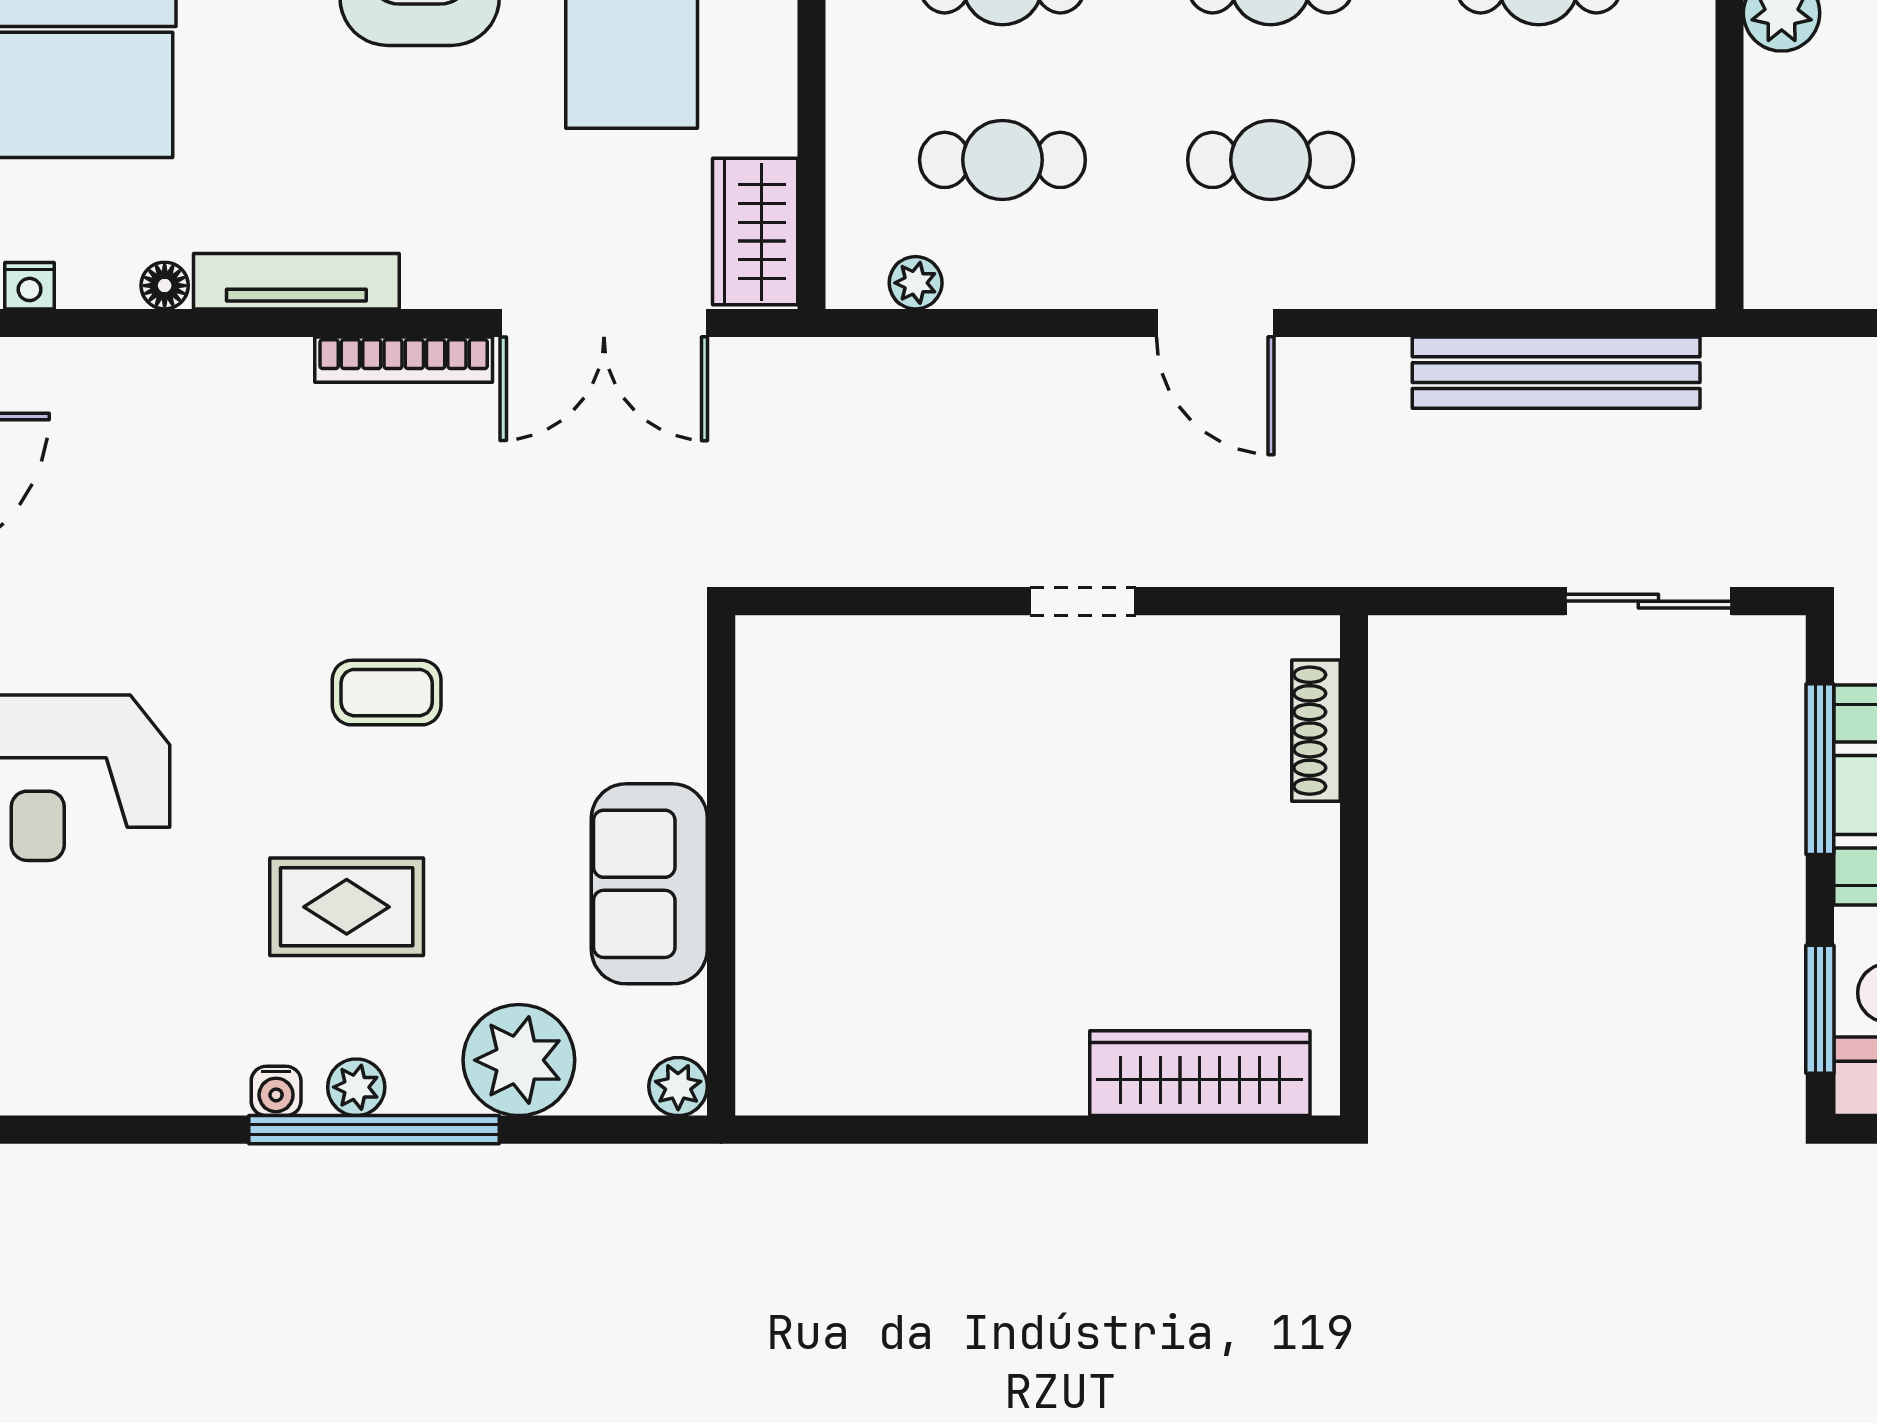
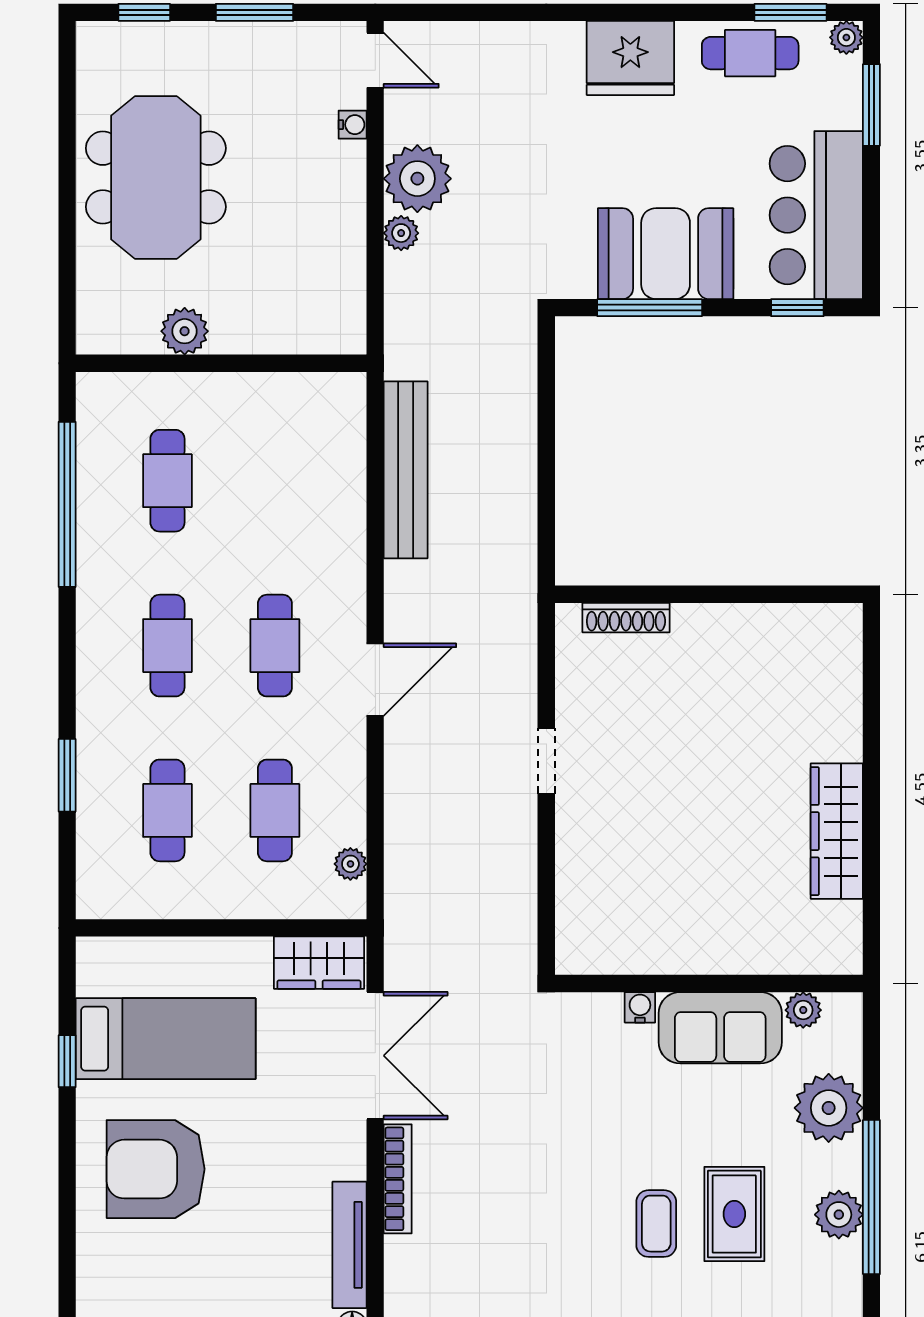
sliding door: (1648, 601) -> (546, 413), removed
coffee table: (387, 693) -> (656, 1224), moved
window: (1820, 1009) -> (797, 308), width x0.67
wardrobe: (1200, 1073) -> (837, 831), moved
plant: (356, 1087) -> (839, 1215), width x1.38, depth x1.38
plant: (678, 1087) -> (803, 1010), moved
water cooler: (276, 1091) -> (640, 1007), moved, turned -90

